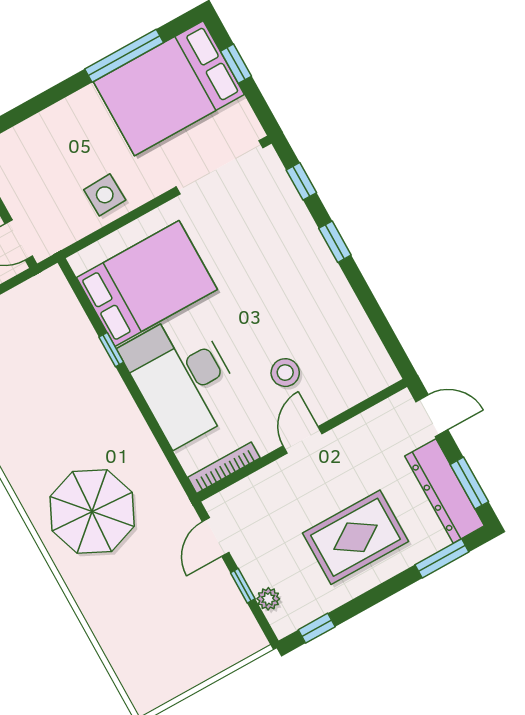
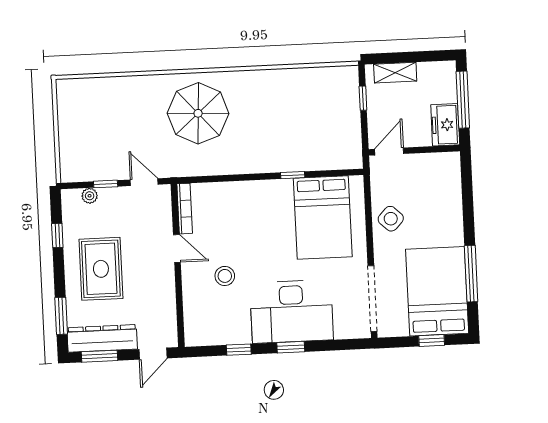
window: (301, 181) -> (239, 350), moved
side table: (105, 195) -> (391, 219), turned 45
desk: (183, 378) -> (292, 311), moved, turned 180
door: (303, 440) -> (177, 248), moved
window: (317, 628) -> (57, 235), moved

